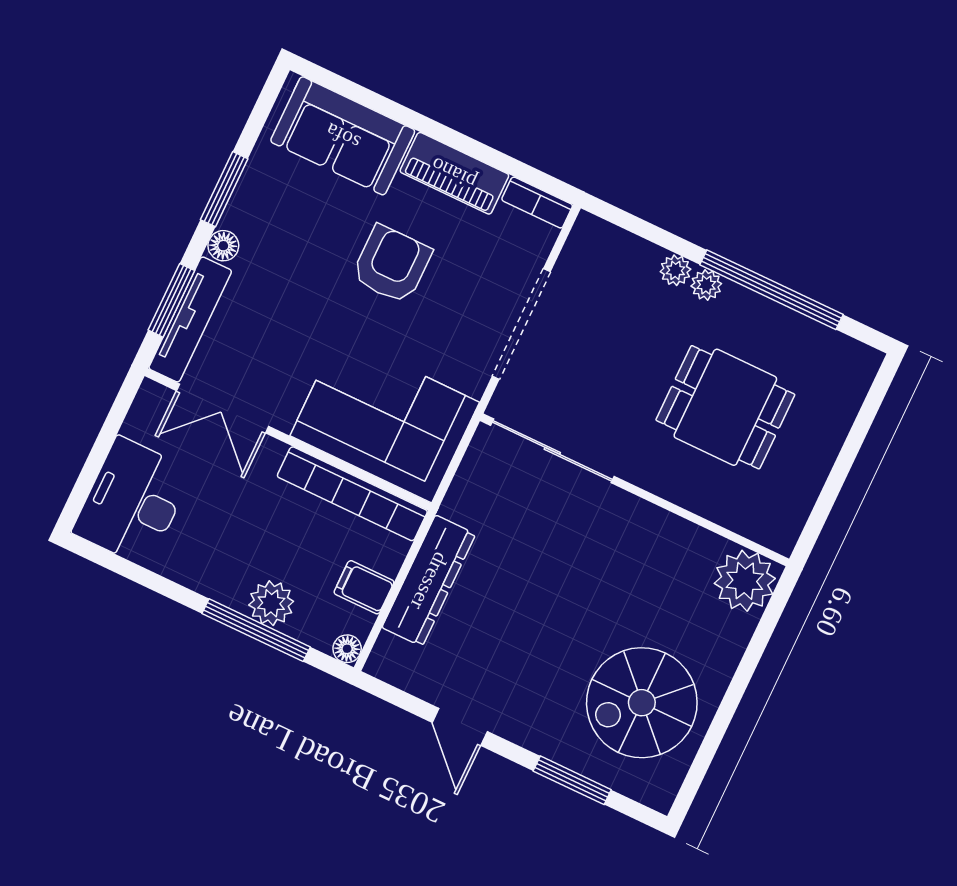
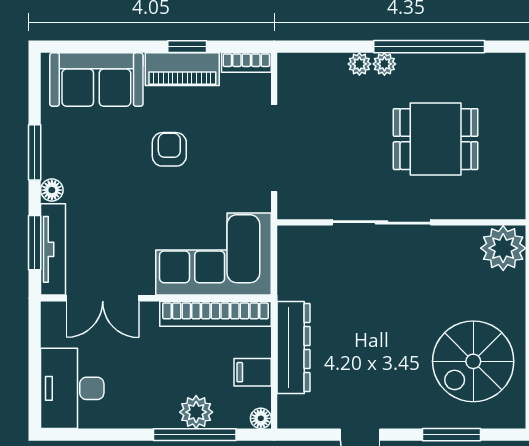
window: (474, 148) -> (187, 47), added
armchair: (392, 264) -> (169, 149), width x0.72, depth x0.72
sliding door: (552, 451) -> (381, 222), moved

